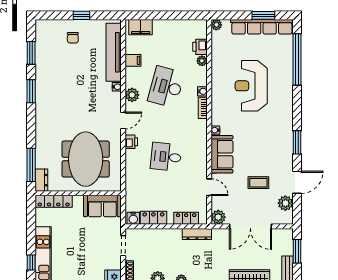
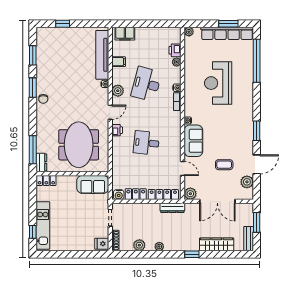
window: (81, 15) -> (63, 24), moved
chair: (73, 38) -> (43, 99), moved
locker: (54, 201) -> (46, 180), width x0.66
locker: (186, 218) -> (163, 195), width x1.53

